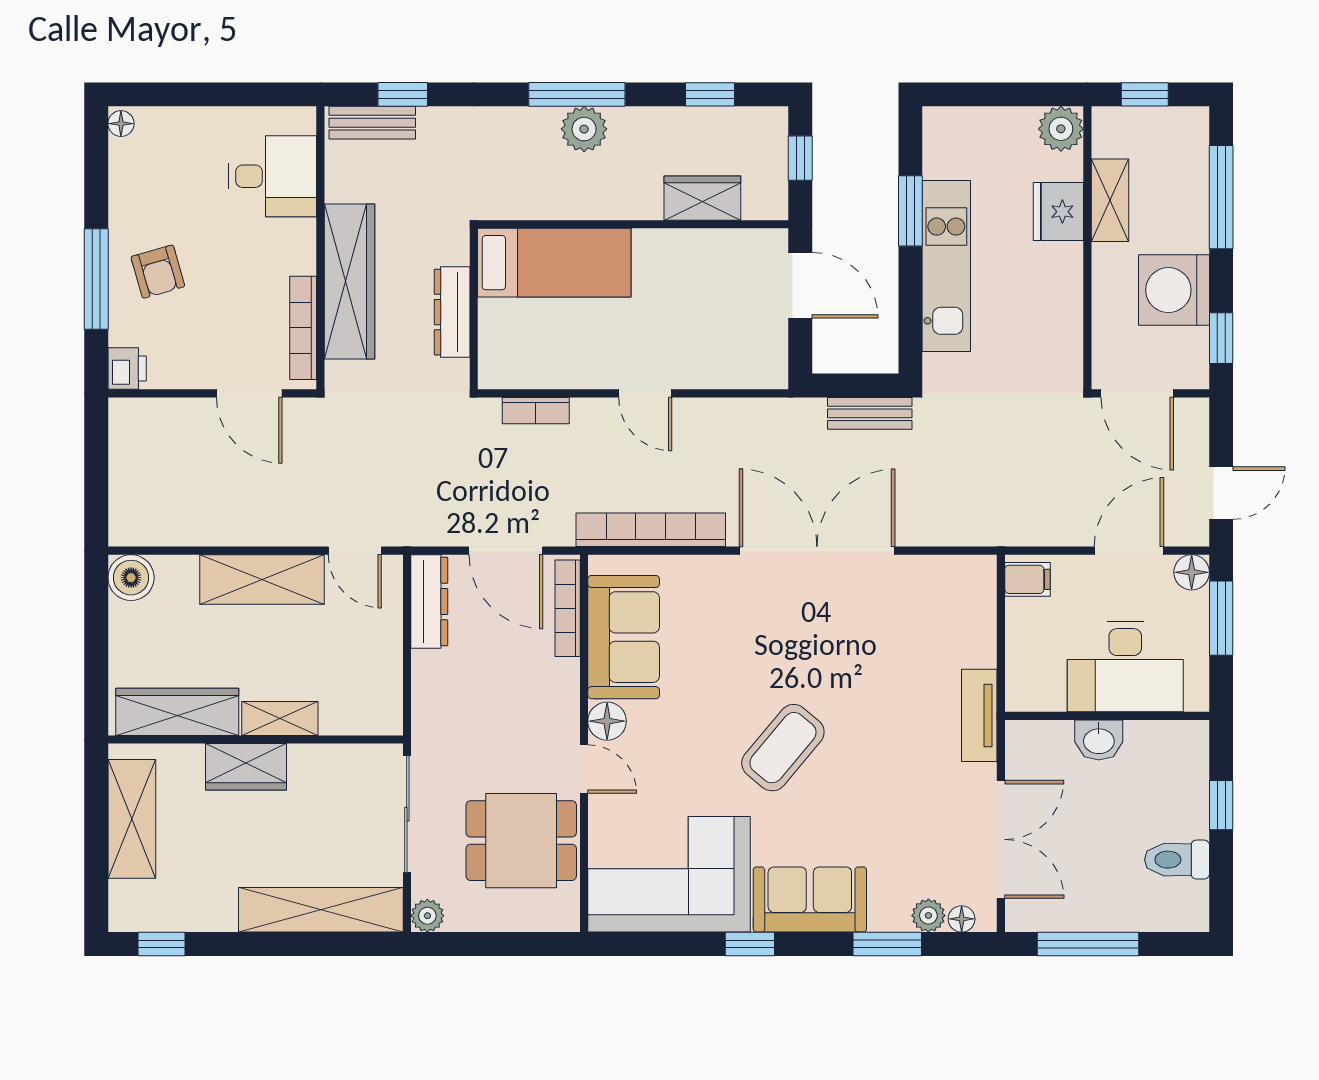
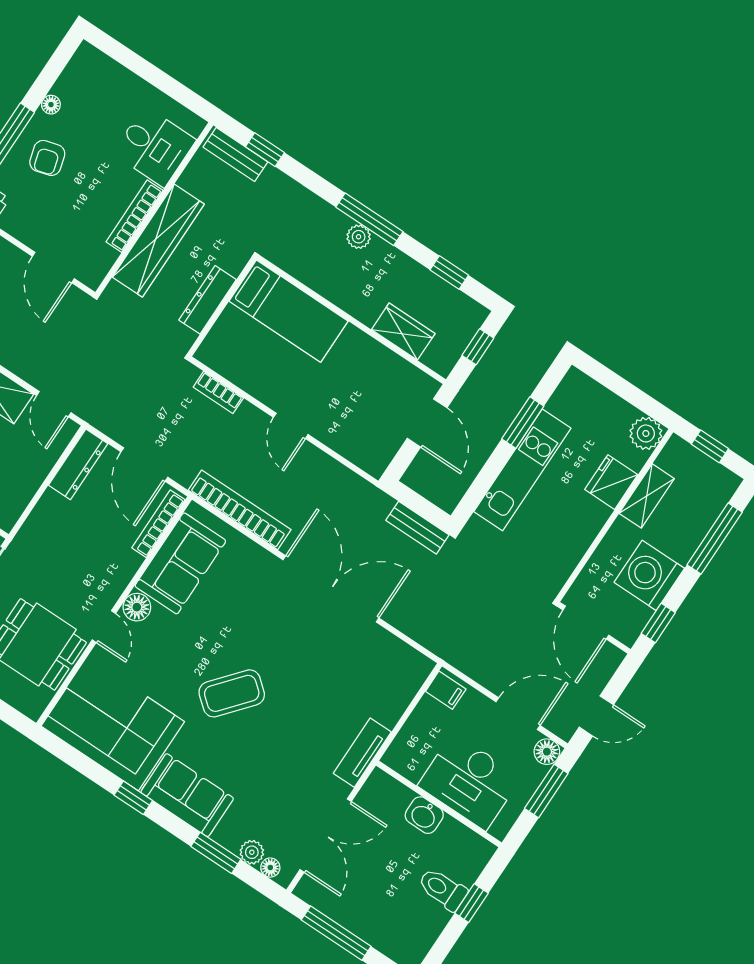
floor lamp: (121, 124) -> (51, 105), moved
plant: (584, 129) -> (359, 237), width x0.73, depth x0.73
bookcase: (303, 328) -> (134, 216), moved
toilet: (1177, 860) -> (443, 889), moved

